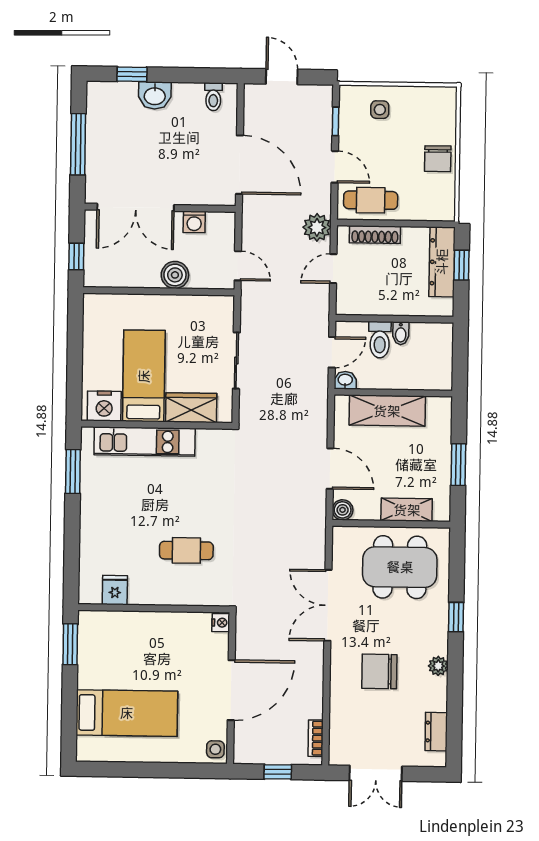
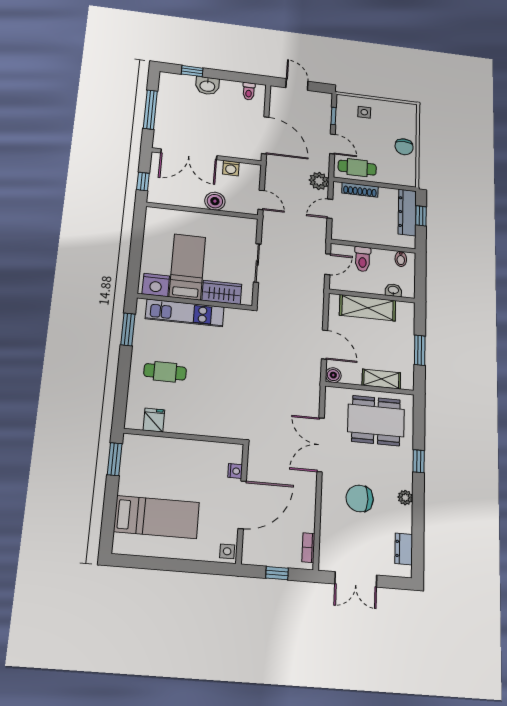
bidet: (401, 333) -> (401, 259), moved
washbasin: (345, 380) -> (393, 290), moved
cafe table: (186, 550) -> (165, 372), moved
nightstand: (221, 623) -> (235, 471), moved

